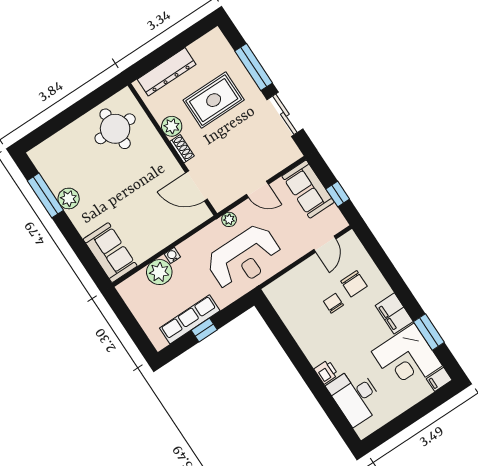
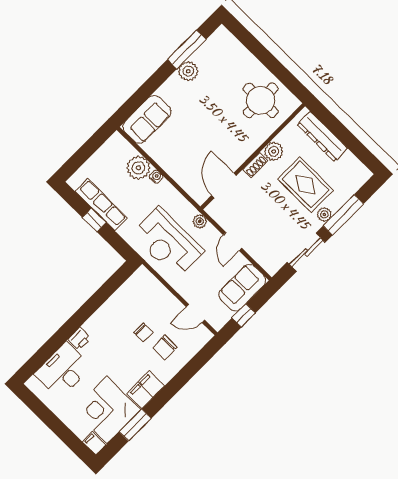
plant: (249, 87) -> (324, 214), added
chair: (333, 303) -> (143, 332), turned 90

